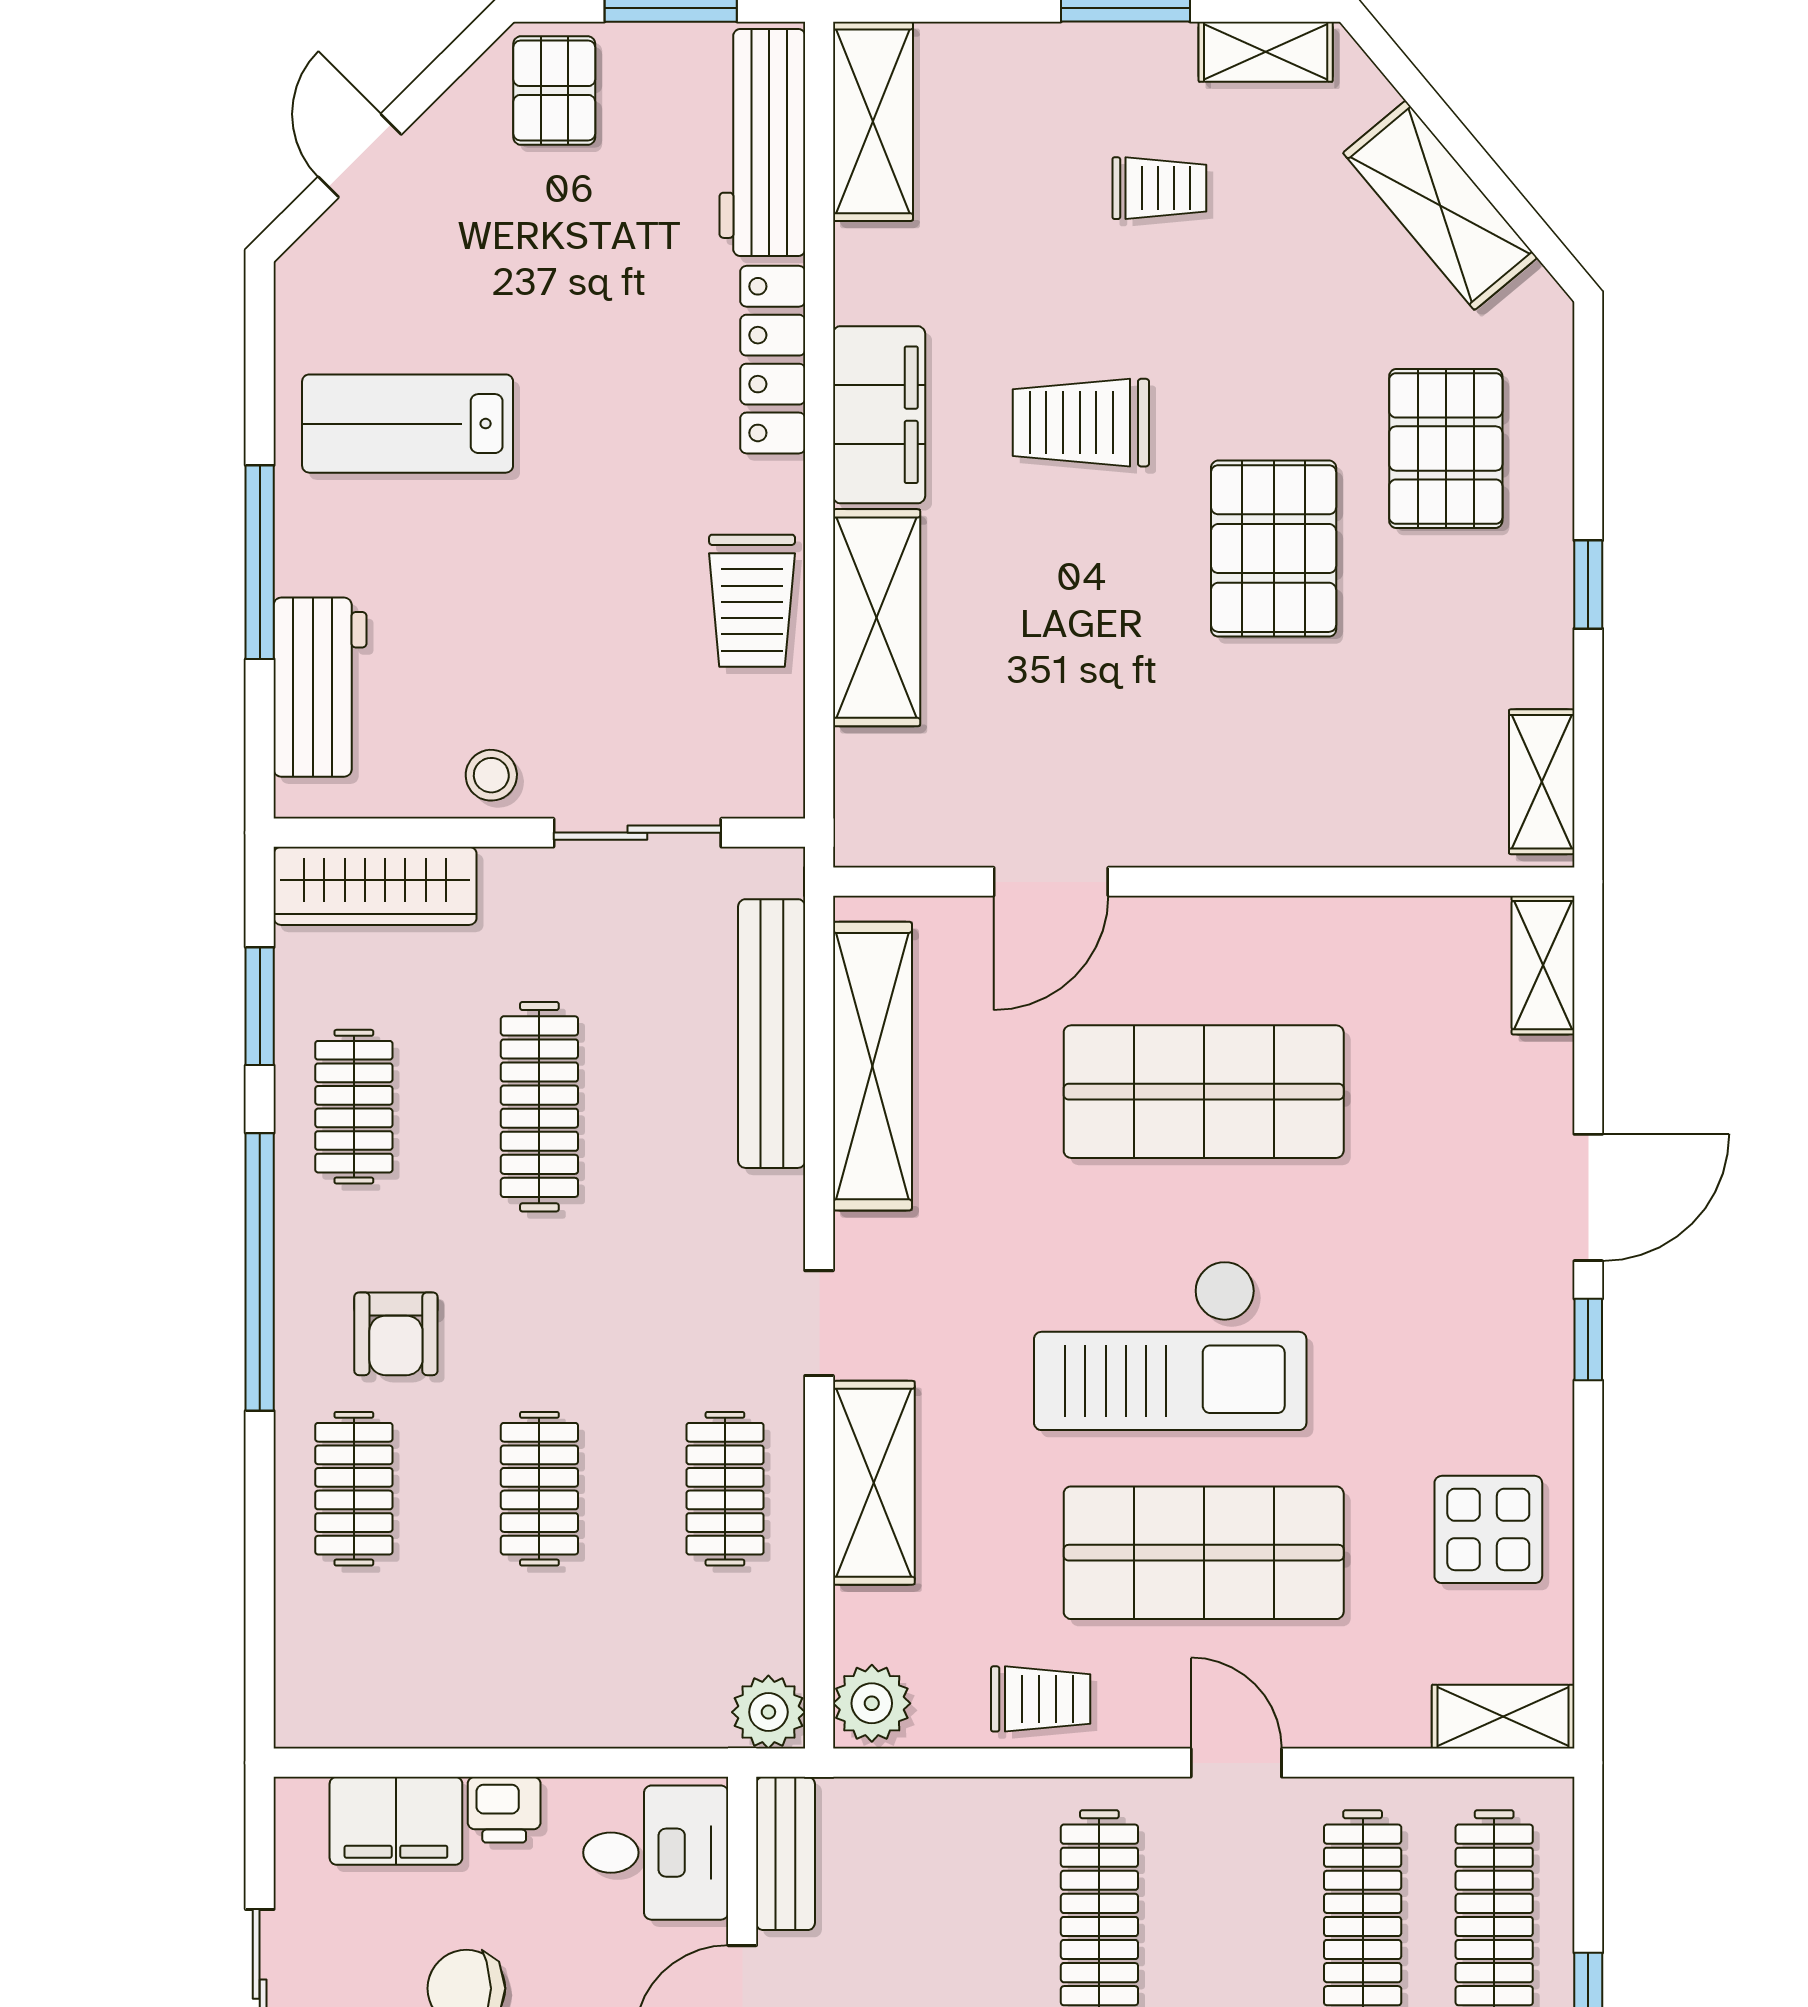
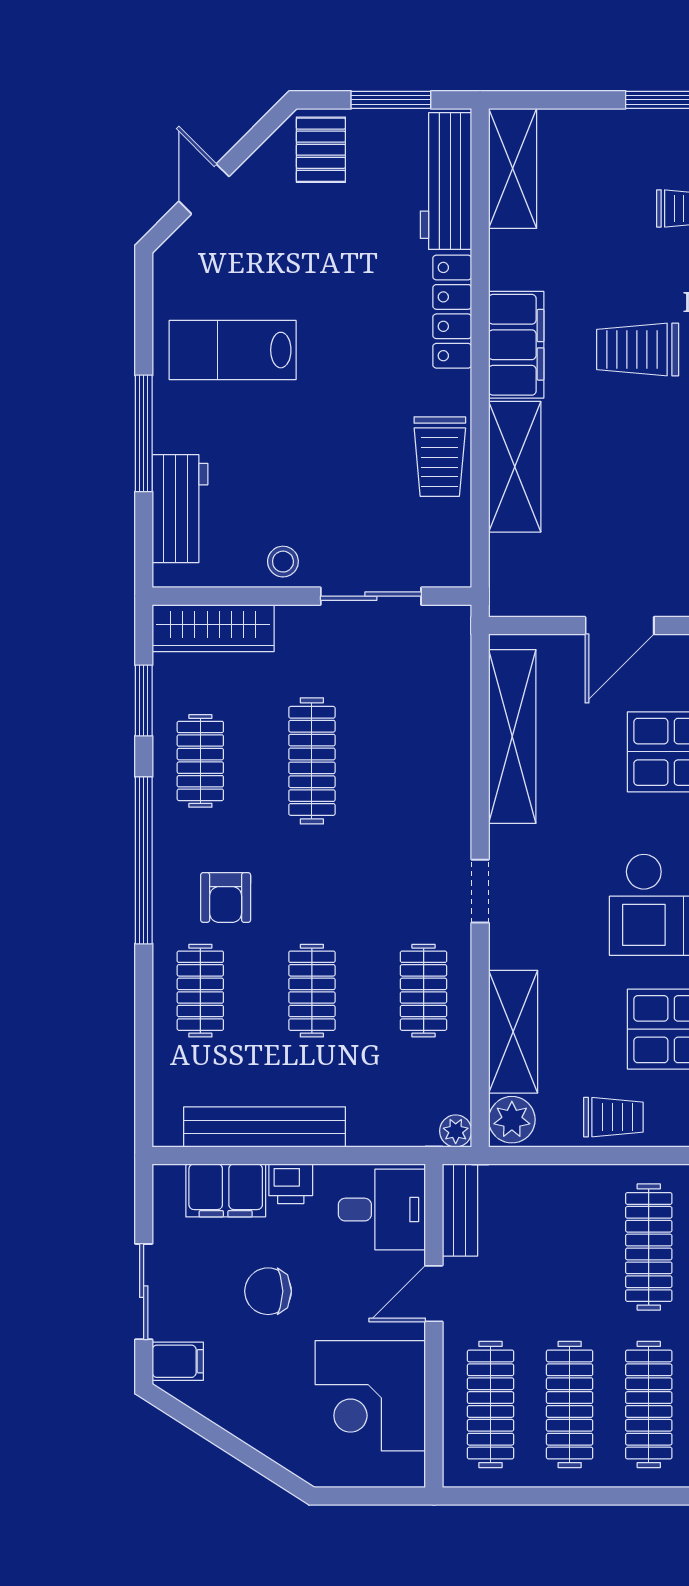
bench: (772, 1034) -> (265, 1127), moved, turned 90
shelving: (874, 1483) -> (513, 1032), moved
plant: (768, 1712) -> (456, 1131), width x0.73, depth x0.73

